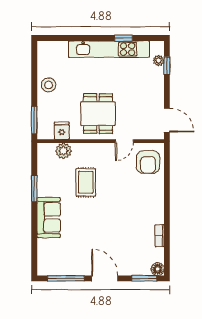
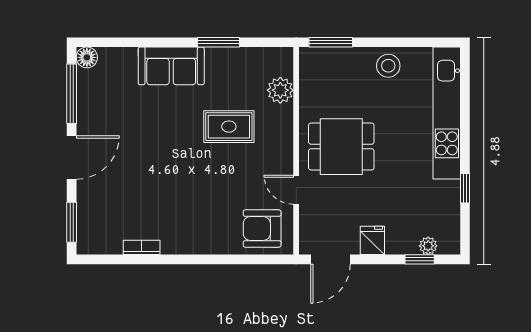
kitchen unit: (109, 49) -> (447, 113), moved
fridge: (62, 131) -> (372, 240), moved, turned -90
floor lamp: (158, 269) -> (87, 57), moved

